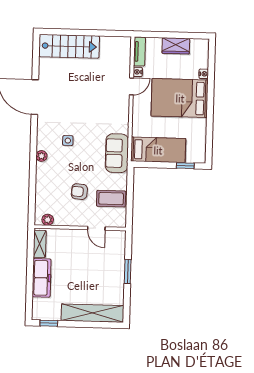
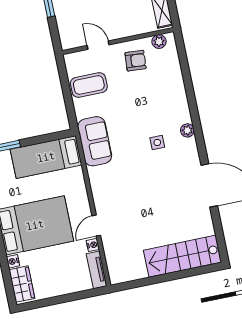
wardrobe: (176, 46) -> (22, 284), moved, turned 90
plant: (42, 156) -> (187, 130), moved
armchair: (79, 192) -> (136, 61), moved

